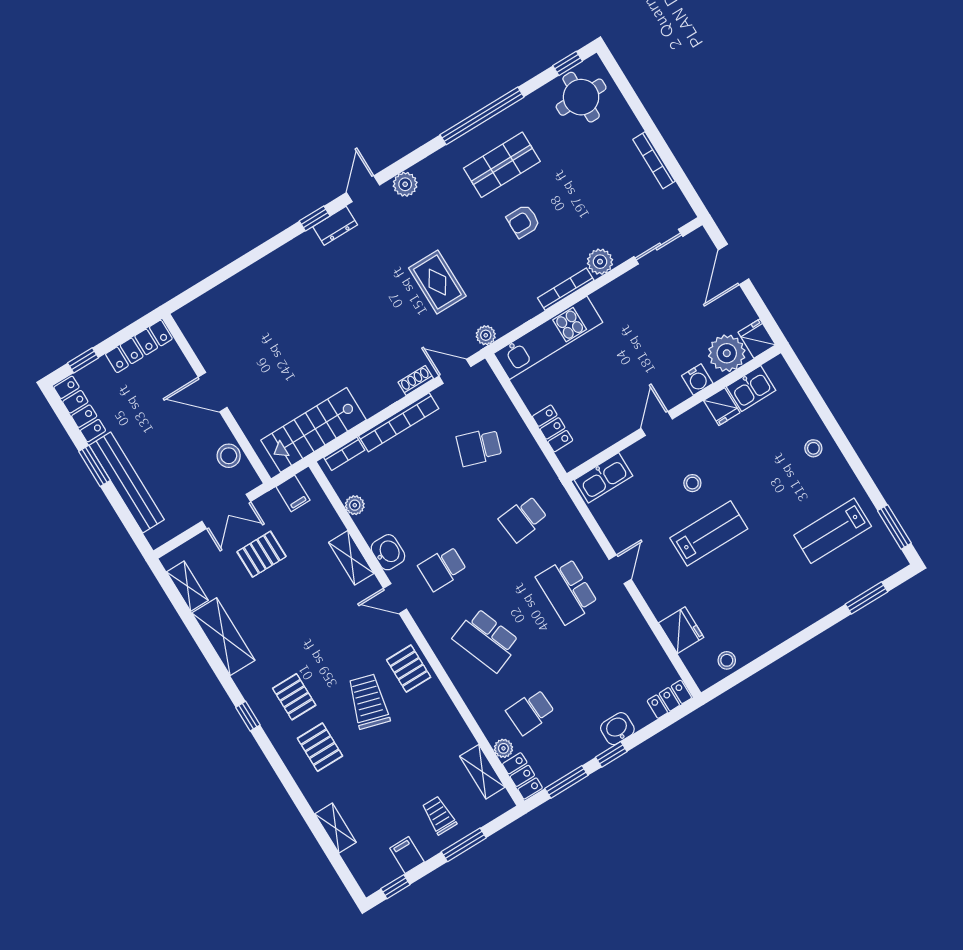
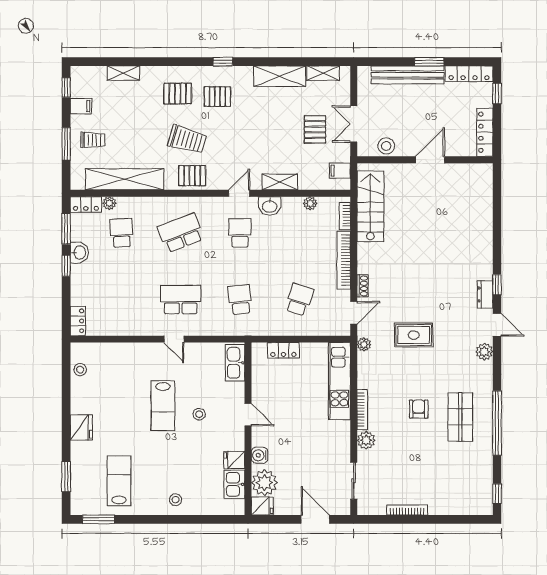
round table: (581, 97) -> (472, 489), removed
fridge: (681, 630) -> (81, 428), moved, turned -90
washbasin: (617, 729) -> (79, 253), moved
shelving: (482, 772) -> (124, 179), width x2.20, depth x1.33

